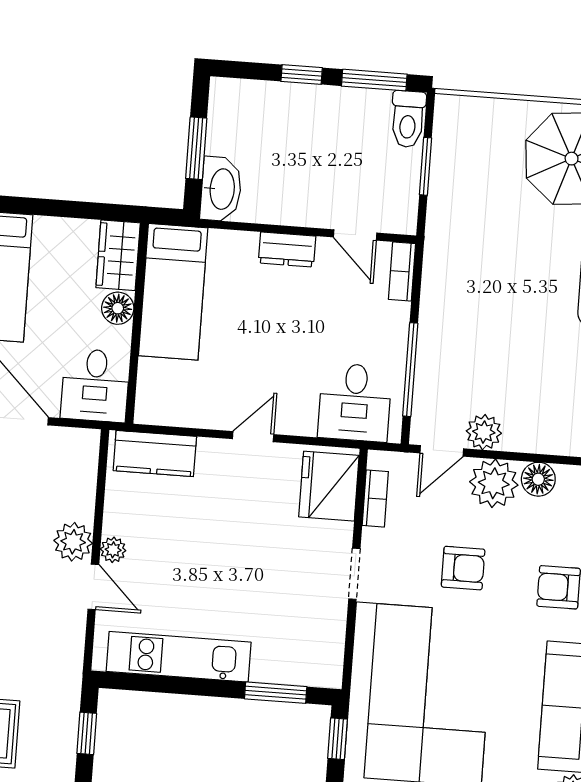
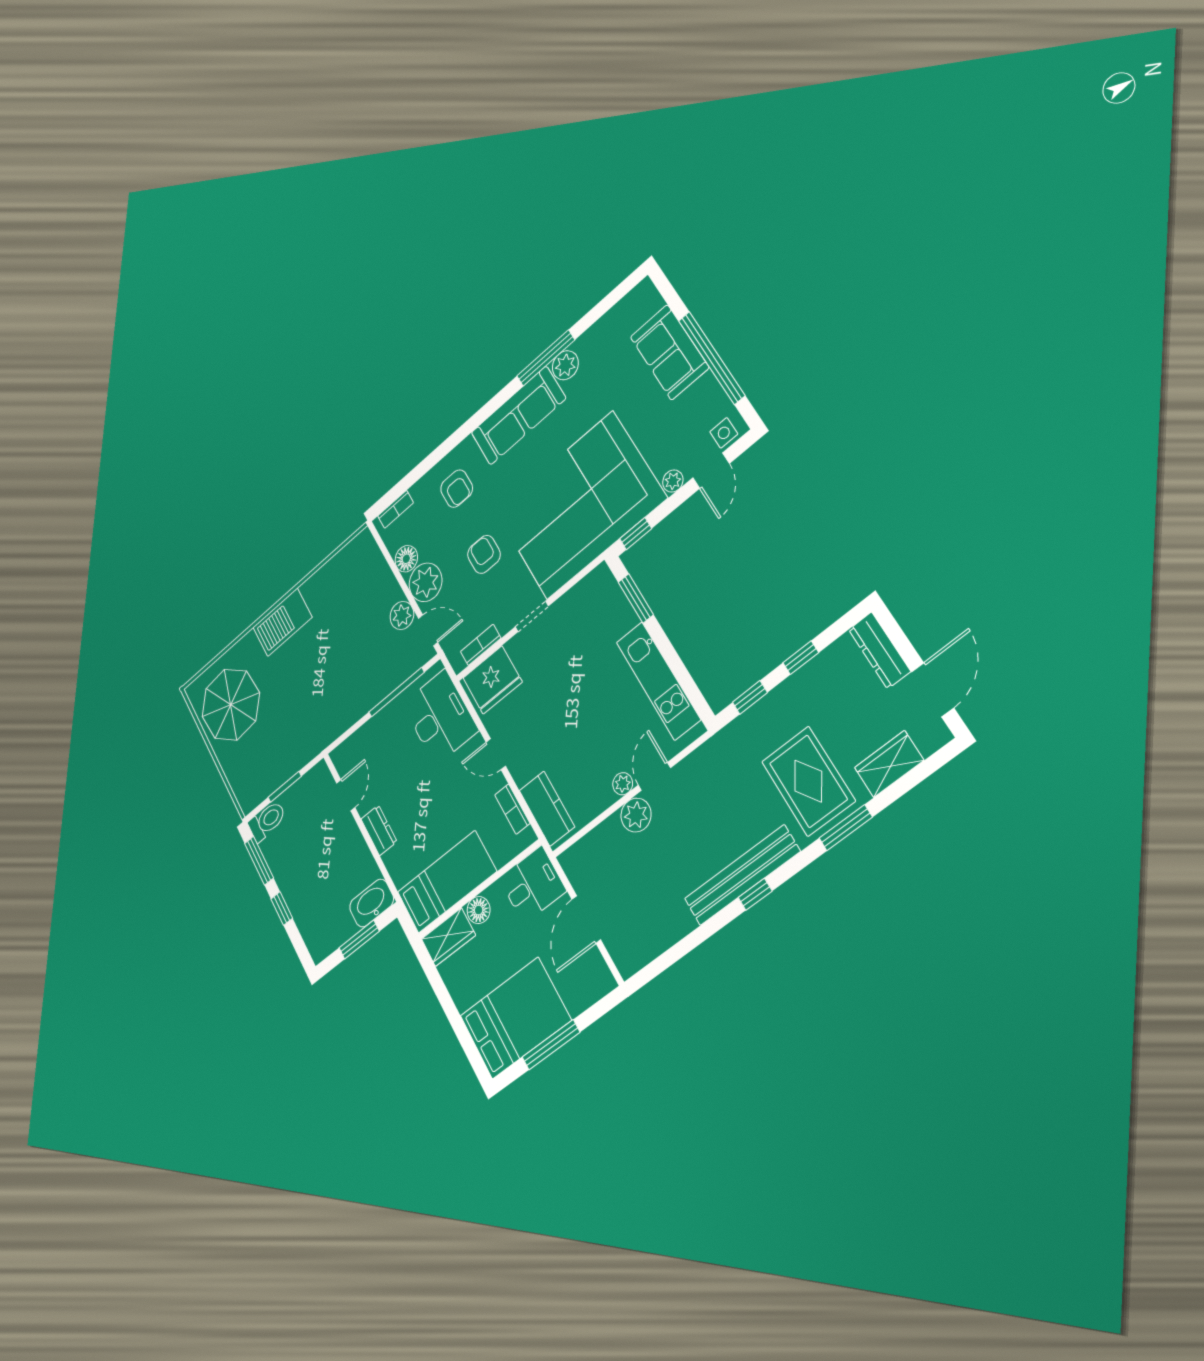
bookcase: (402, 271) -> (512, 809), moved, turned 90
desk: (355, 402) -> (440, 717), width x1.37

